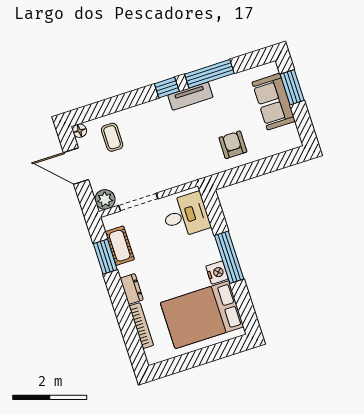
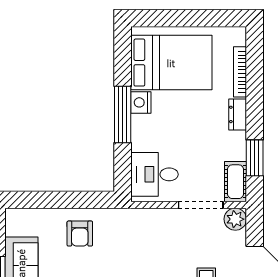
cot: (120, 246) -> (236, 182), moved

